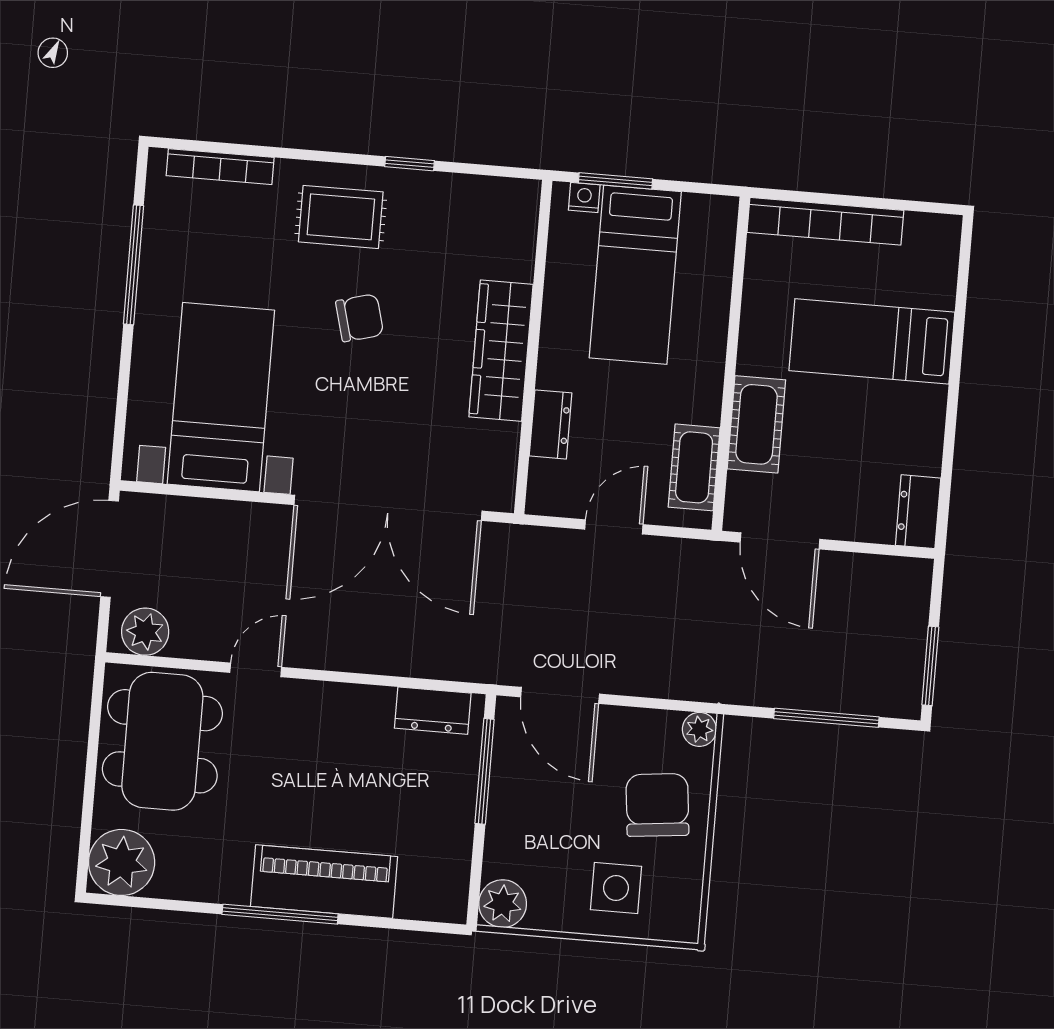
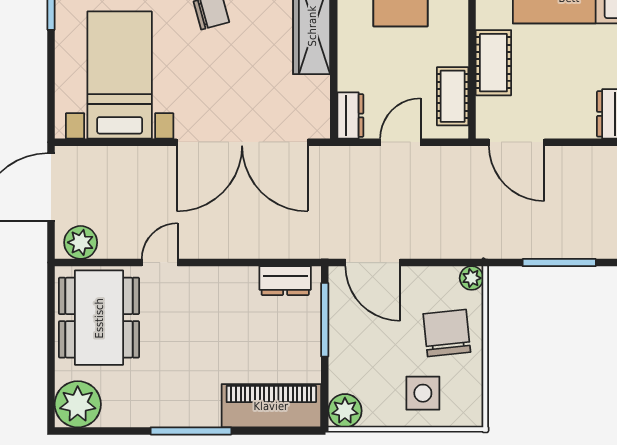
dresser: (551, 424) -> (350, 115), moved
piano: (324, 882) -> (271, 406), moved

